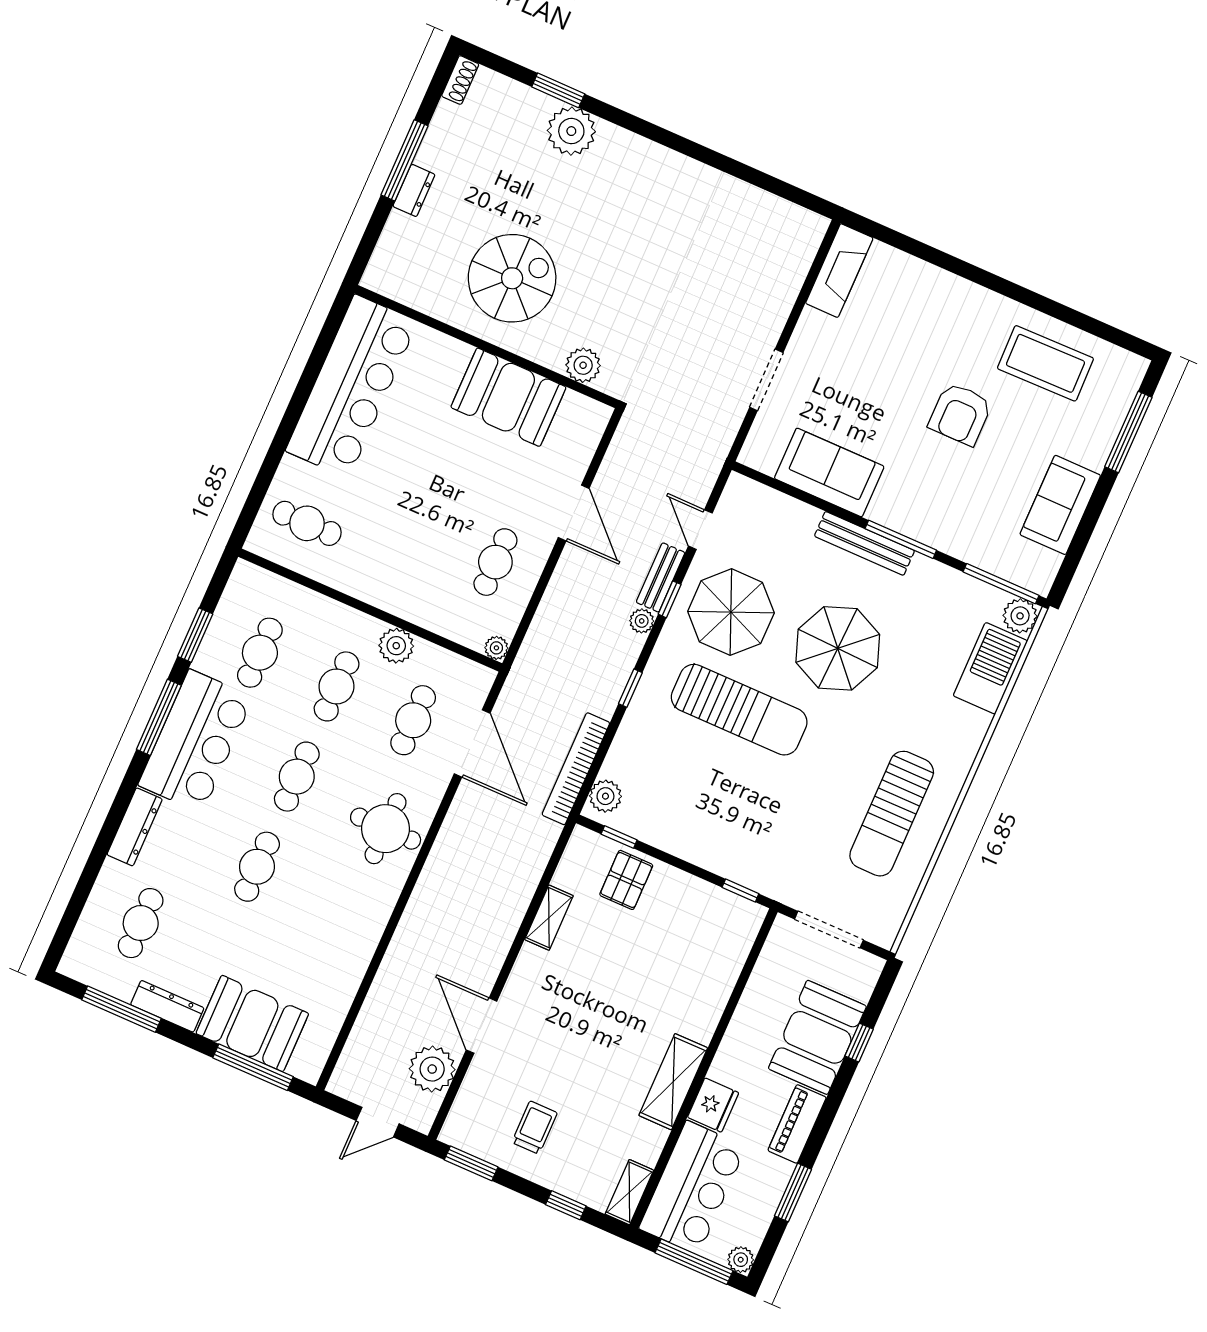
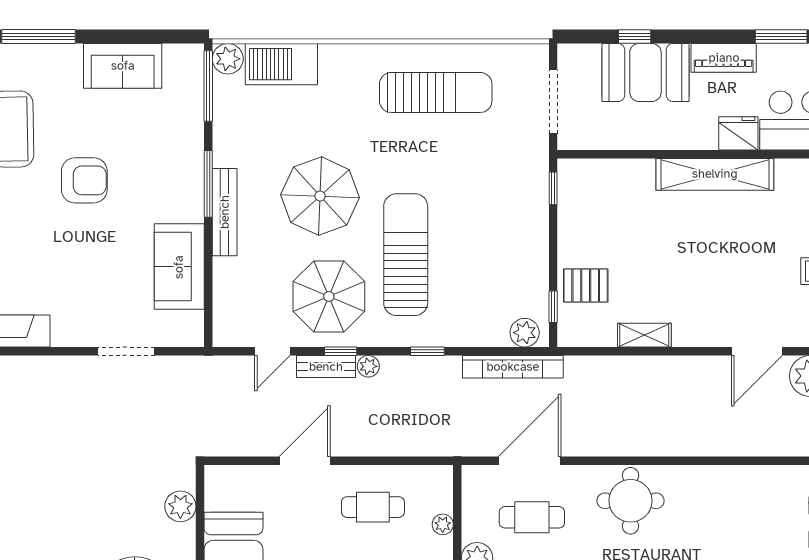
plant: (496, 648) -> (443, 524), moved
shelving: (673, 1082) -> (715, 174), width x1.47

